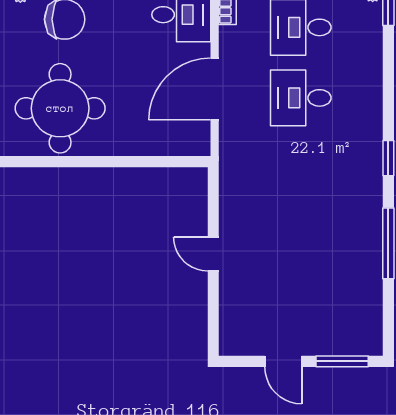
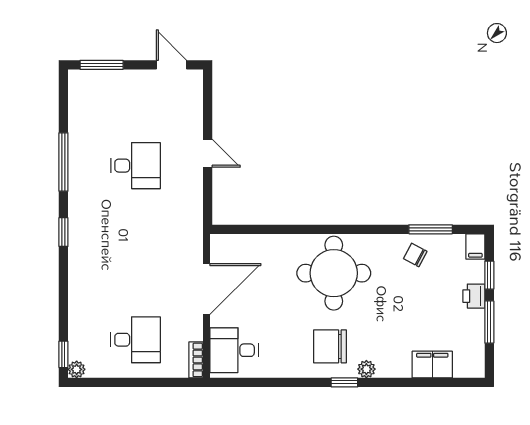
desk: (301, 98) -> (136, 166), moved
door: (283, 361) -> (171, 65), moved

